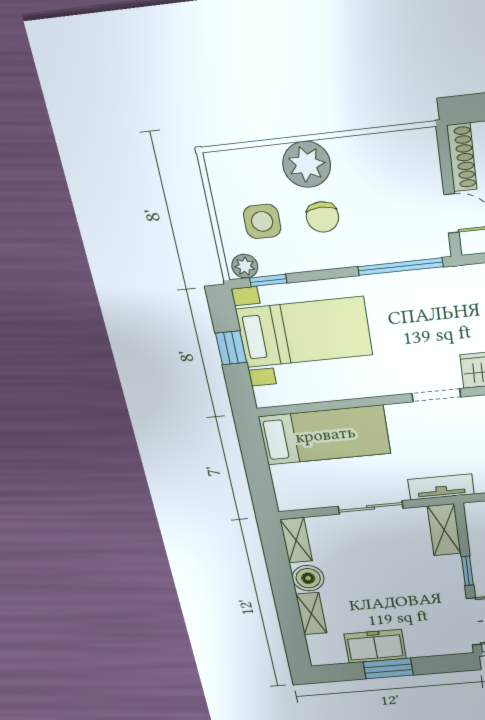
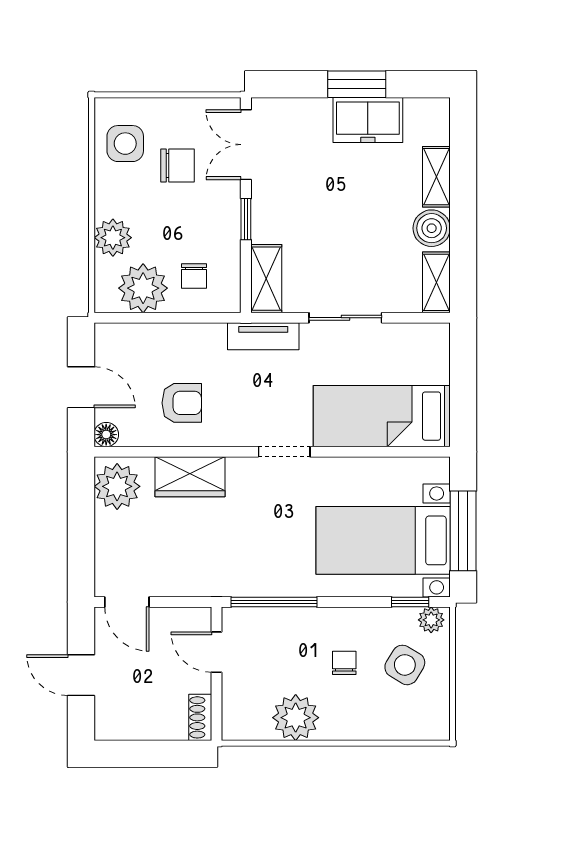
shoe rack: (462, 158) -> (200, 717), width x0.70
plant: (307, 164) -> (296, 718), moved
chair: (322, 217) -> (344, 663), width x0.73, depth x0.73
side table: (262, 221) -> (405, 665), turned 31
window: (231, 348) -> (463, 531), width x2.17
doorway: (436, 395) -> (284, 452), moved

